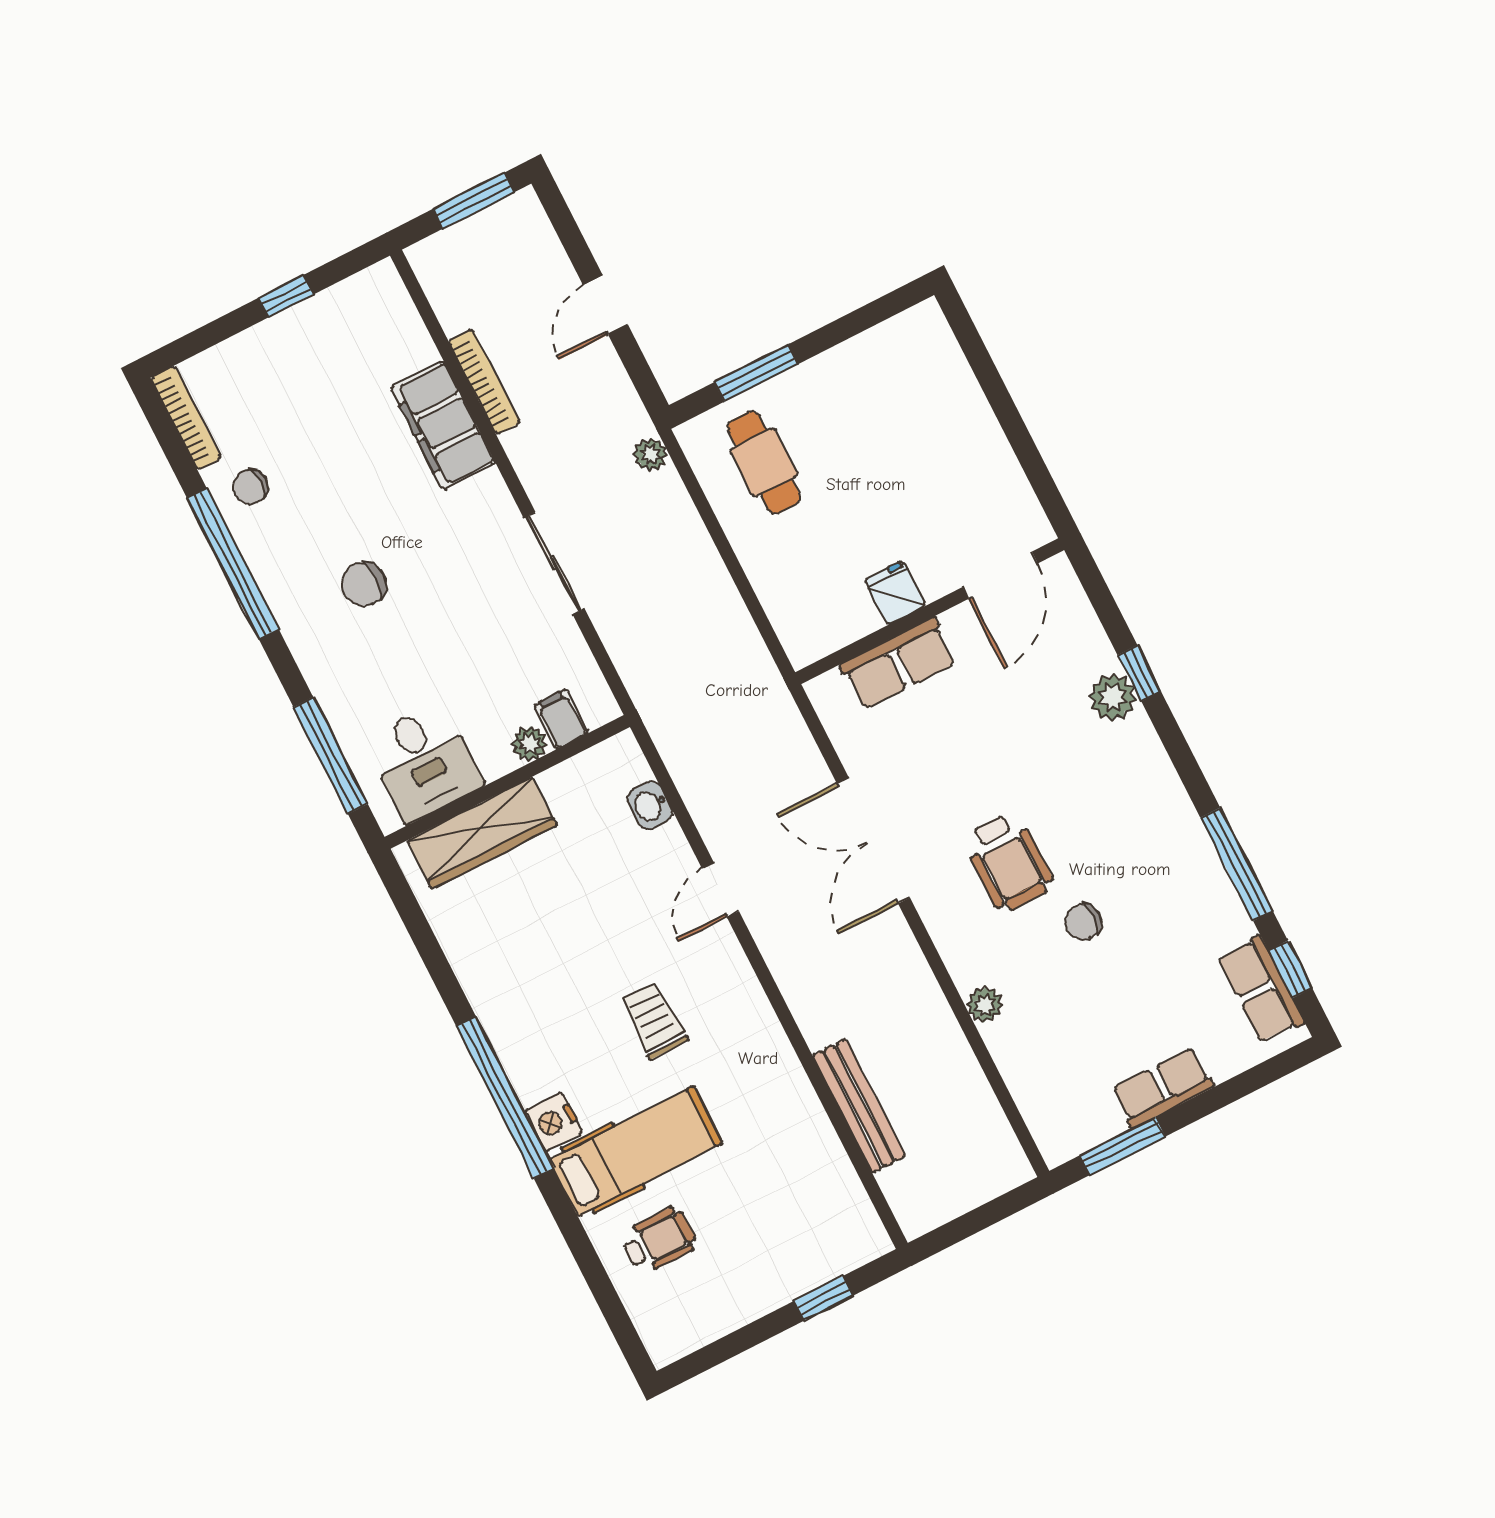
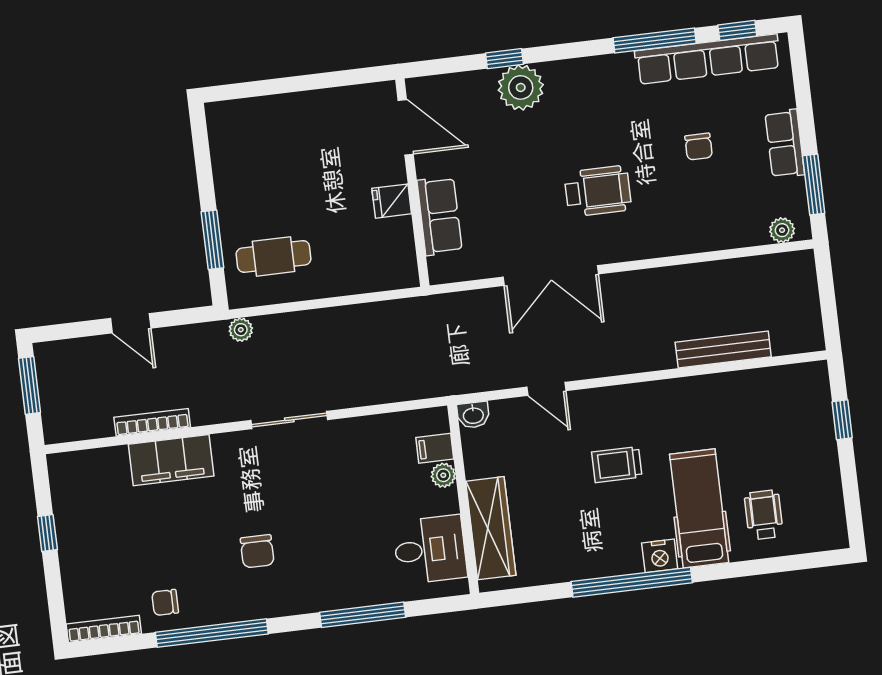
chair: (251, 487) -> (165, 602), turned 90
plant: (1113, 697) -> (521, 87), width x1.36, depth x1.36
filing cabinet: (561, 719) -> (435, 448), moved
plant: (529, 744) -> (443, 475), moved
desk: (424, 762) -> (430, 550), moved
wall: (507, 782) -> (463, 499), moved
wardrobe: (482, 833) -> (491, 528), moved
chair: (1083, 922) -> (699, 147), moved
row of seats: (1261, 990) -> (708, 59), width x2.02
plant: (984, 1005) -> (782, 230), moved

